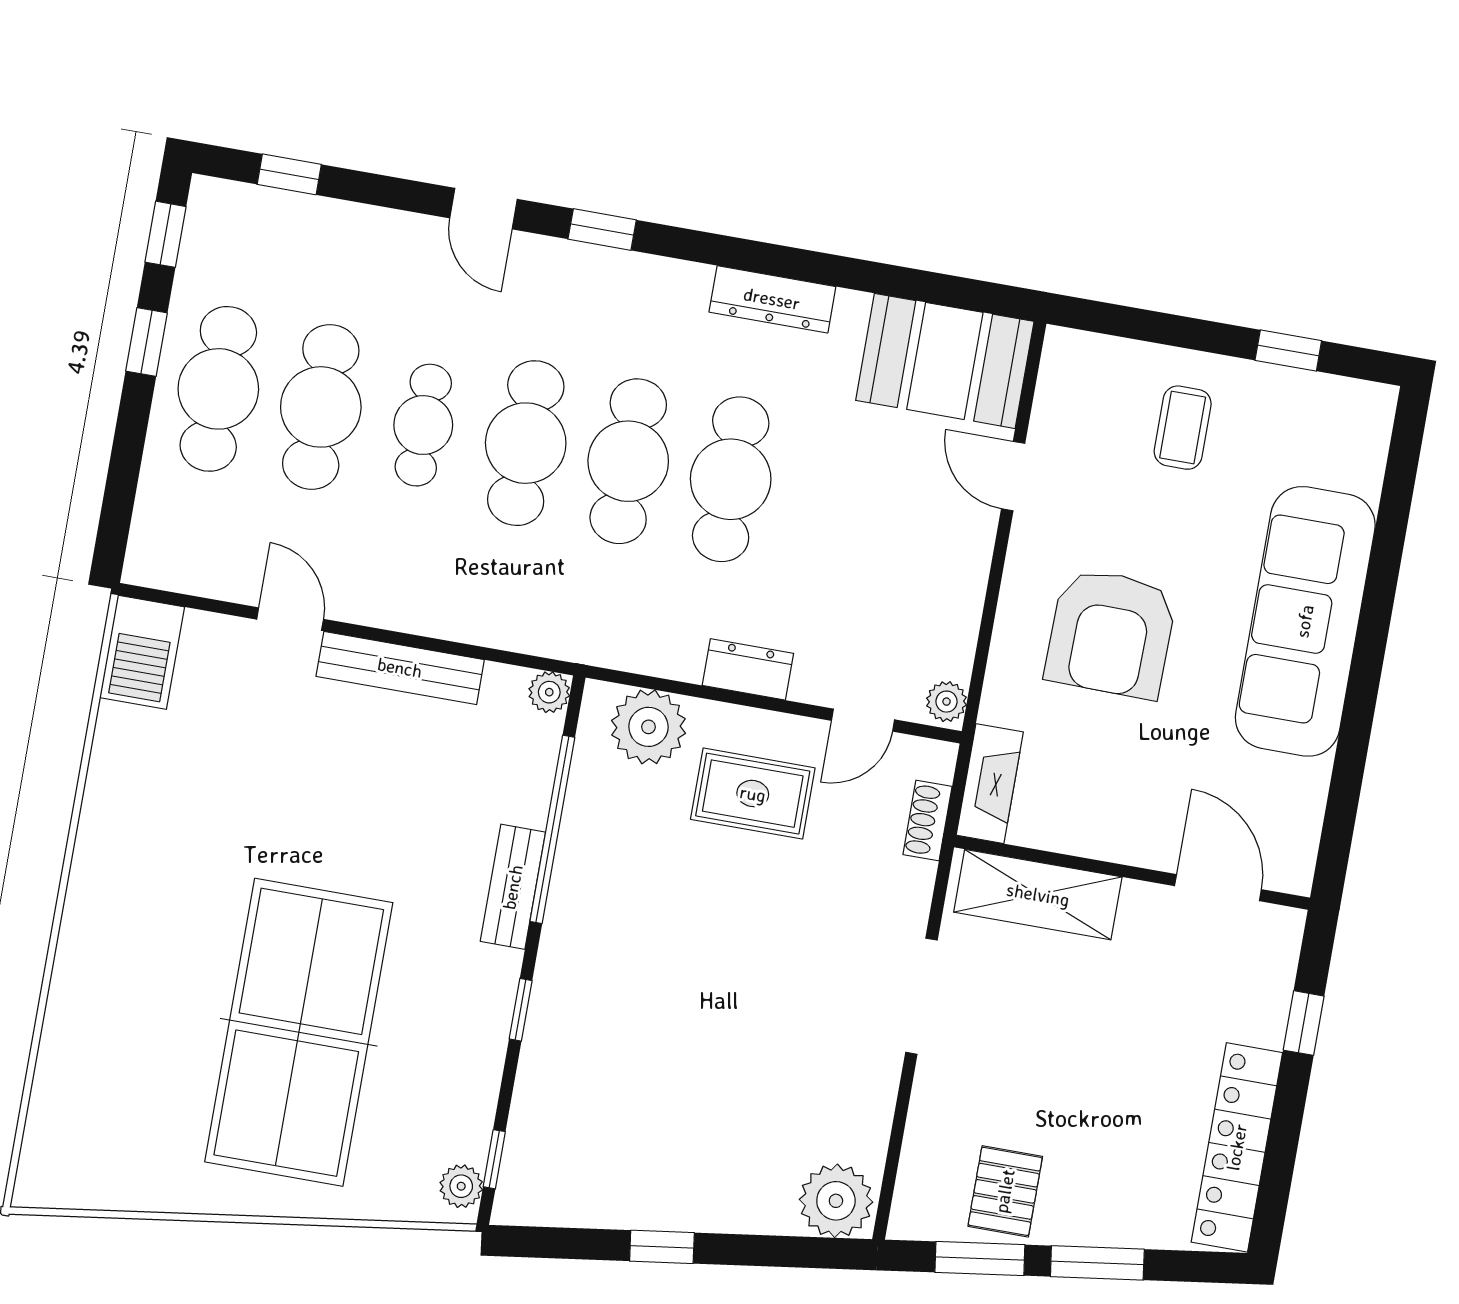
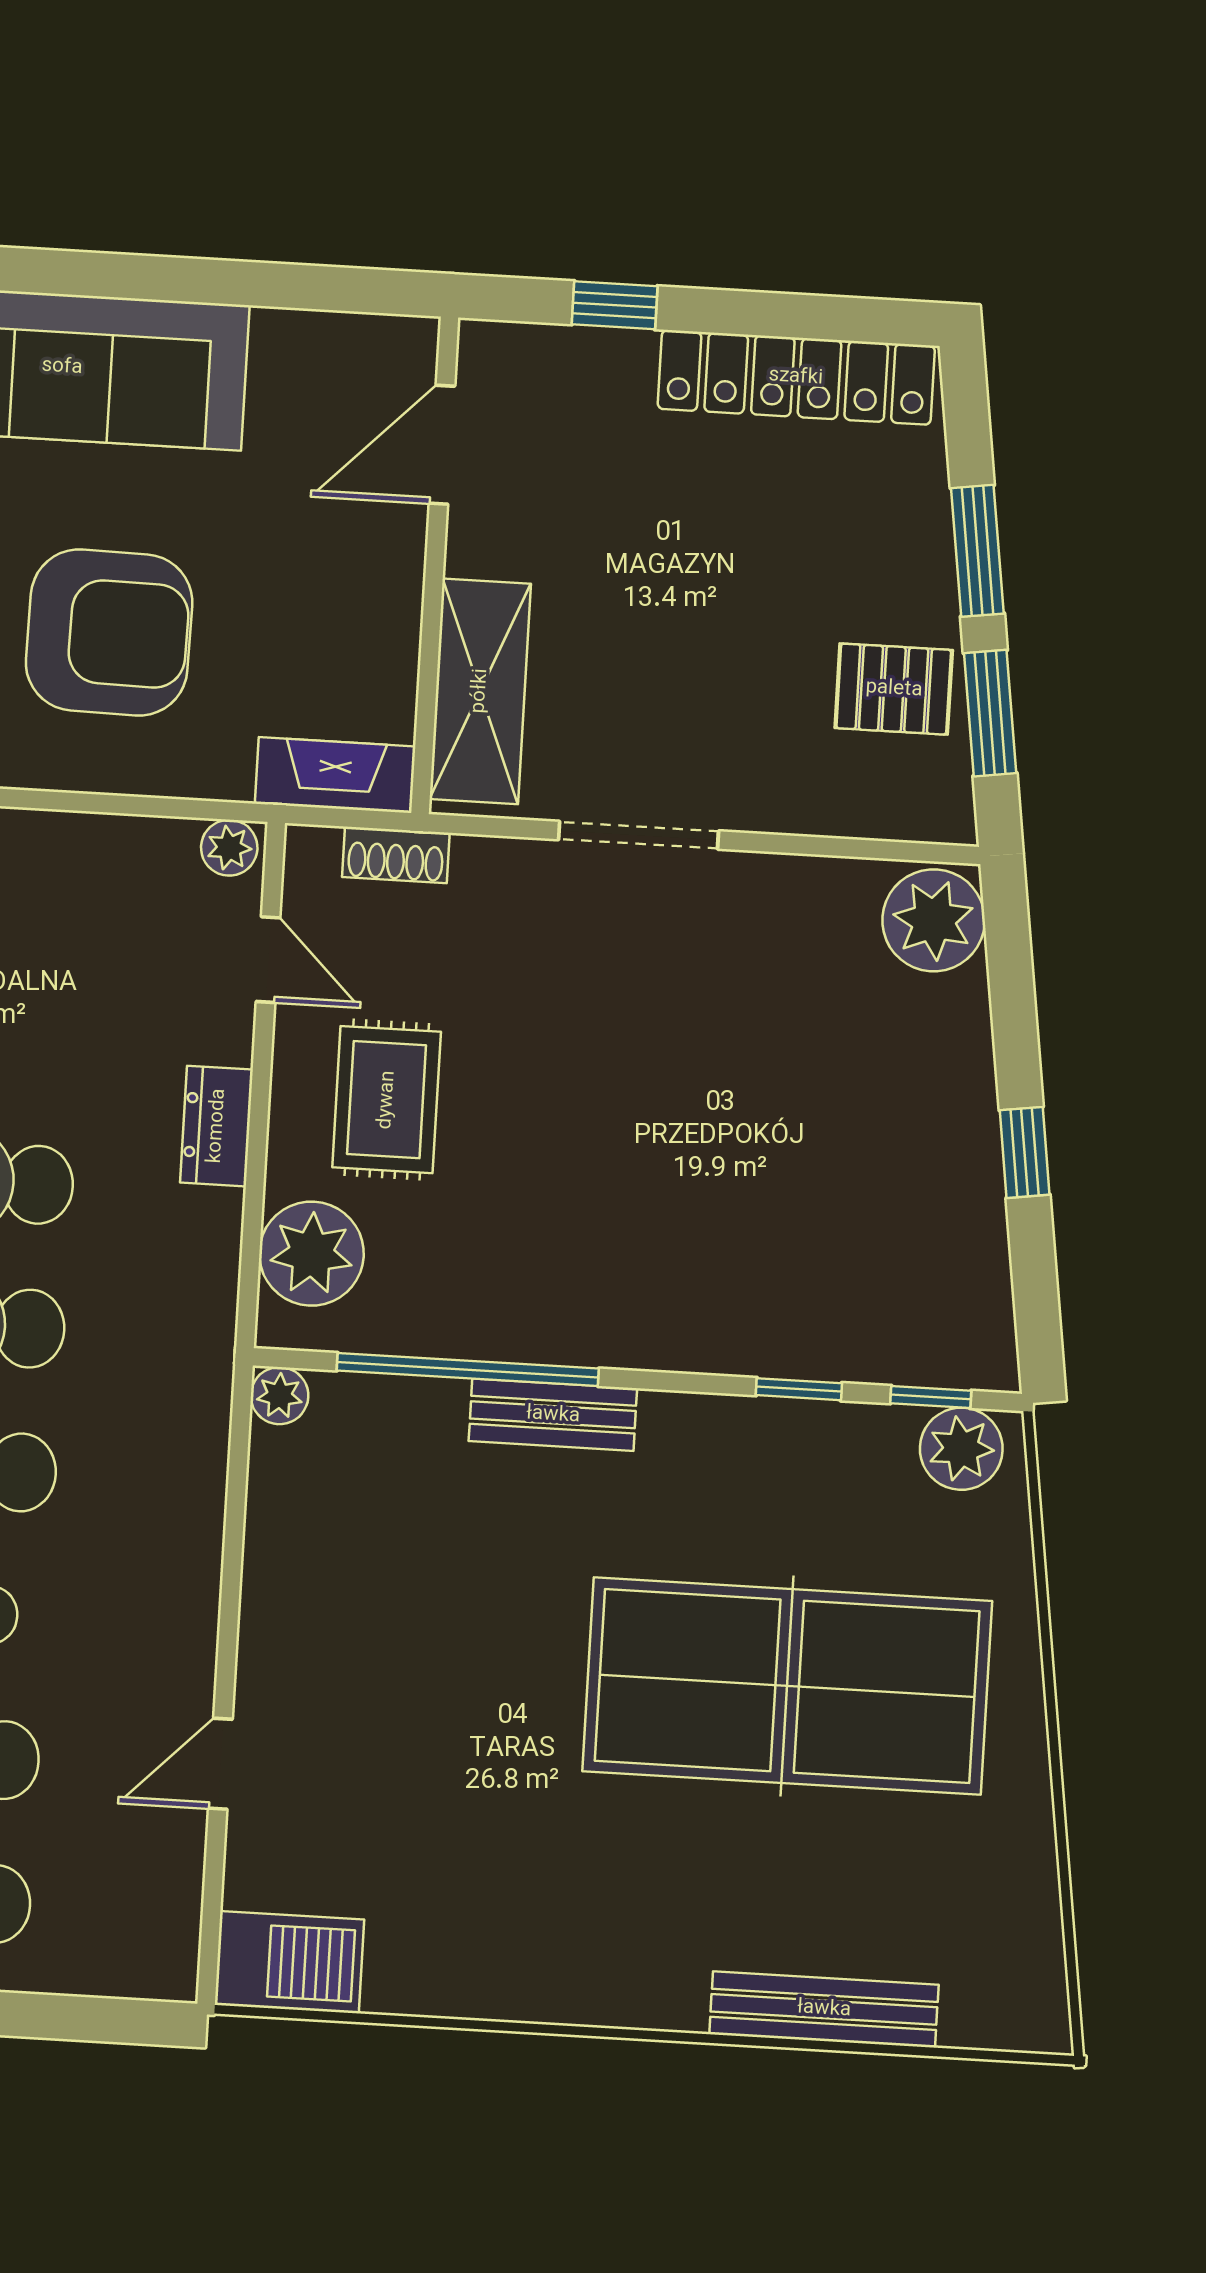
bench: (400, 668) -> (824, 2009), moved, turned 90
window: (521, 1010) -> (799, 1389), moved
plant: (461, 1186) -> (961, 1449), width x1.38, depth x1.38

